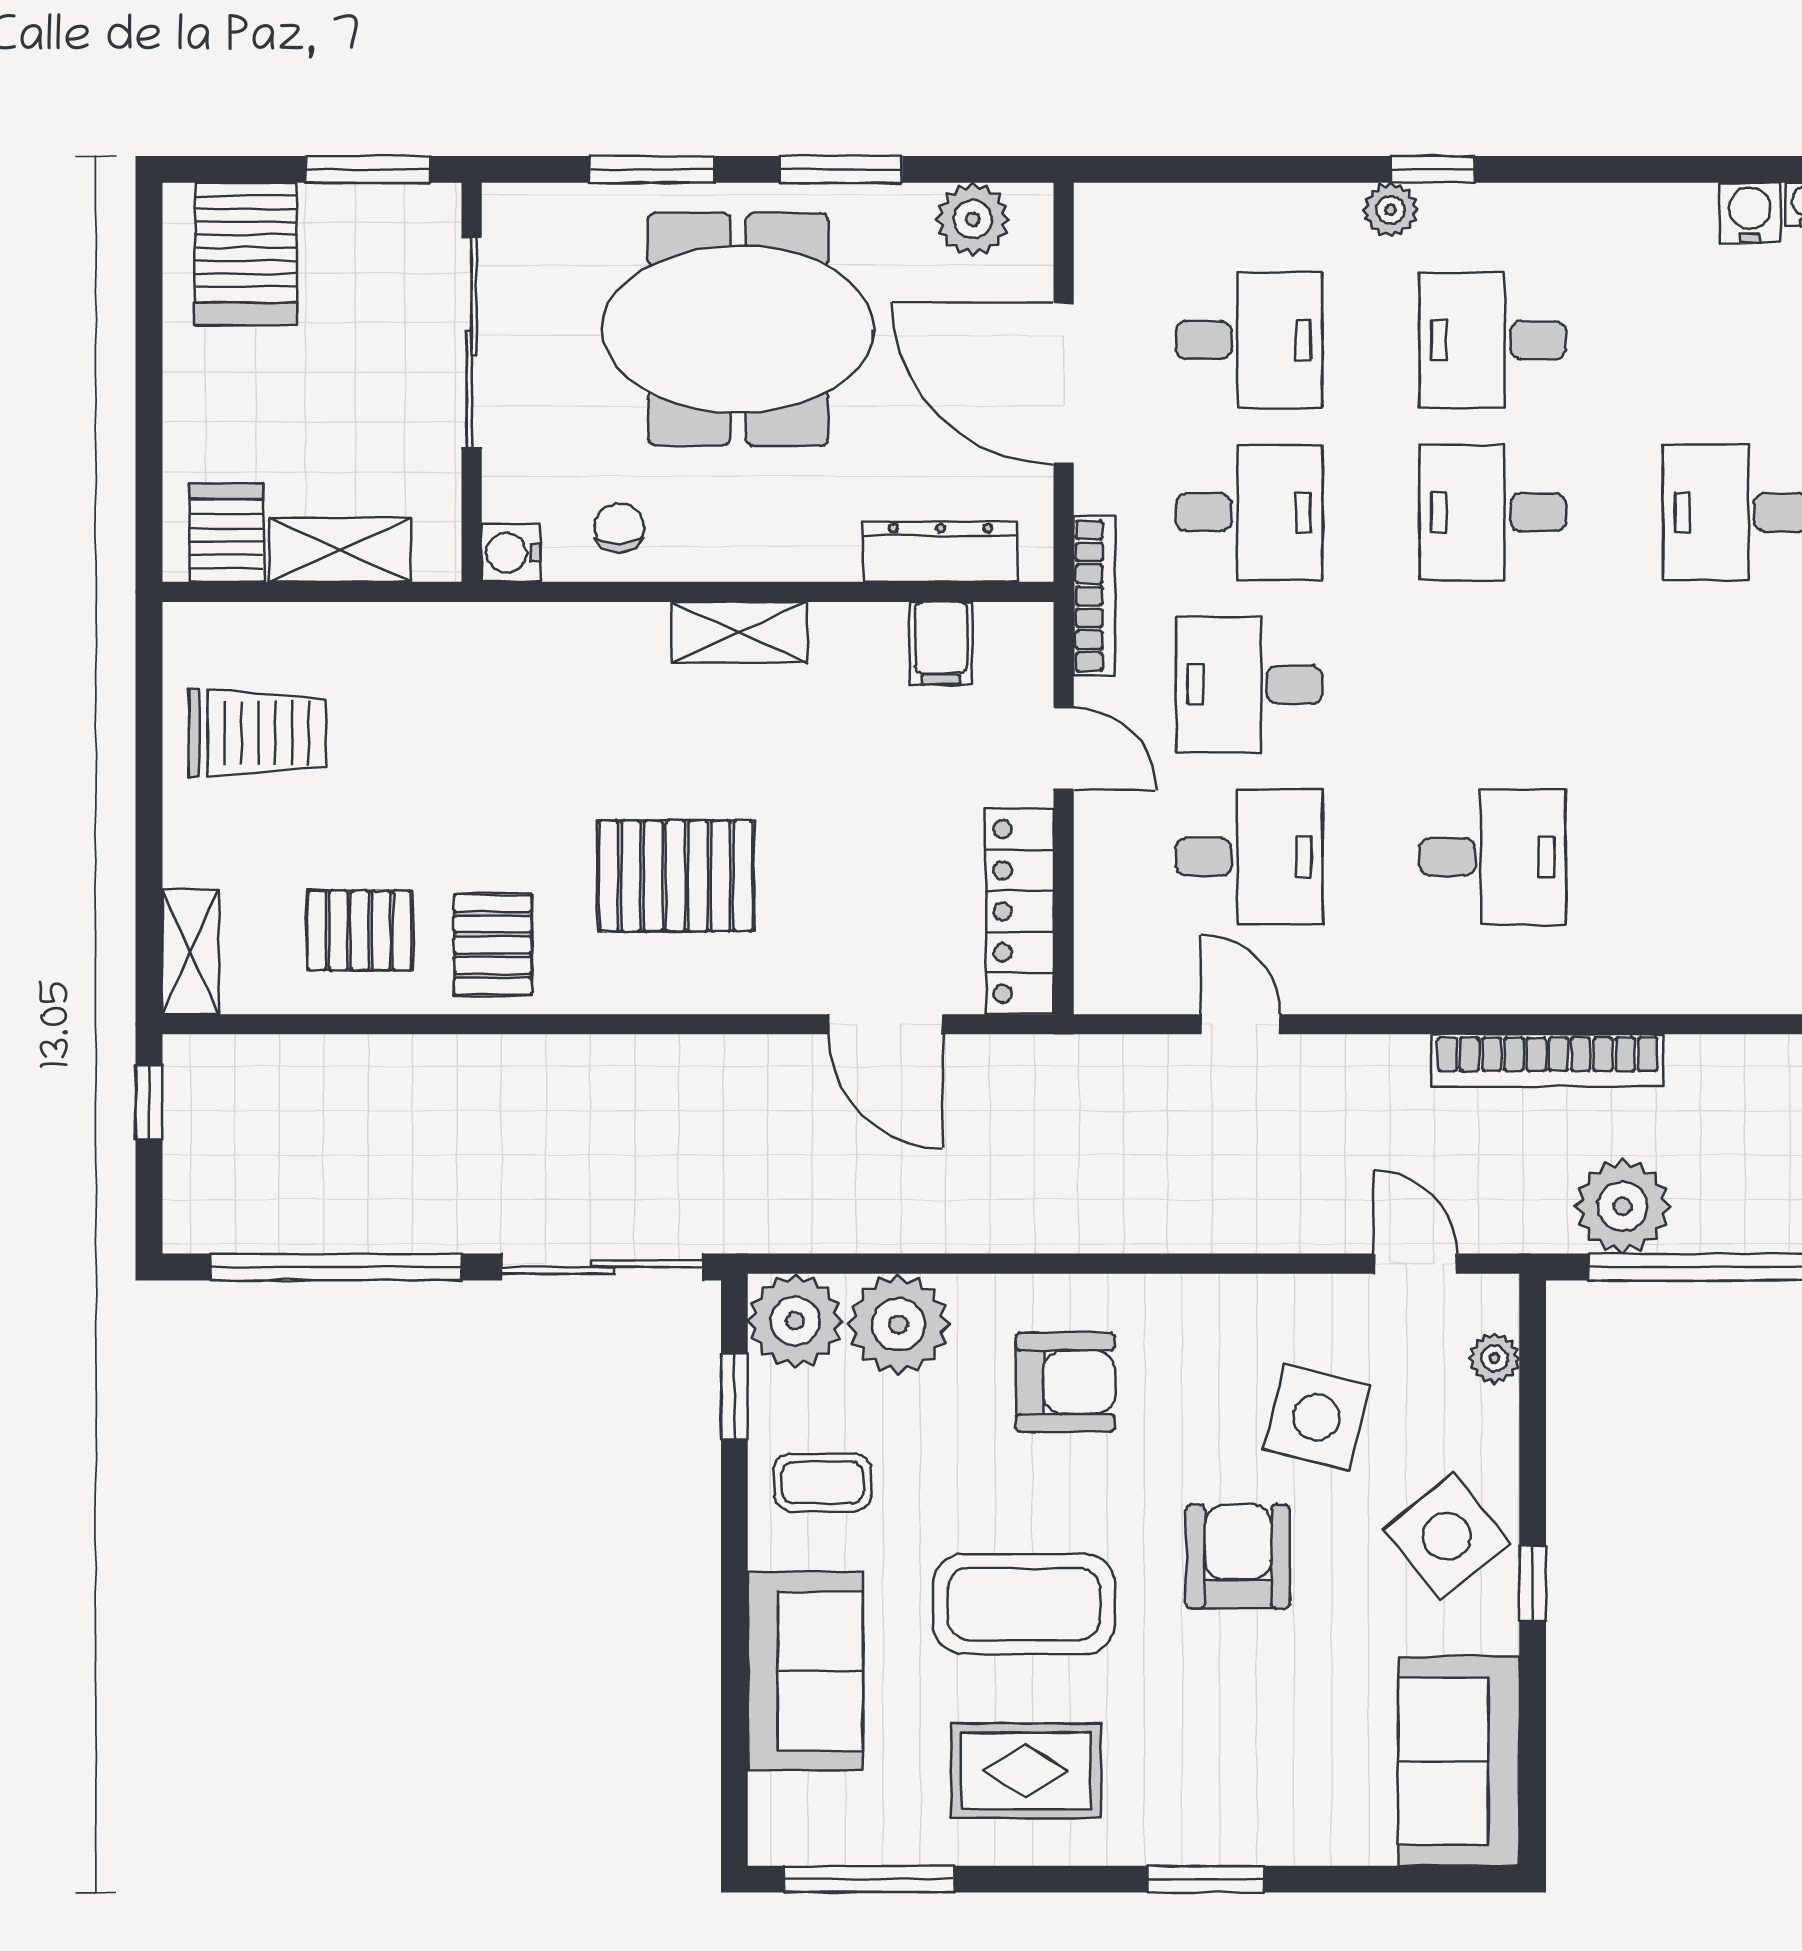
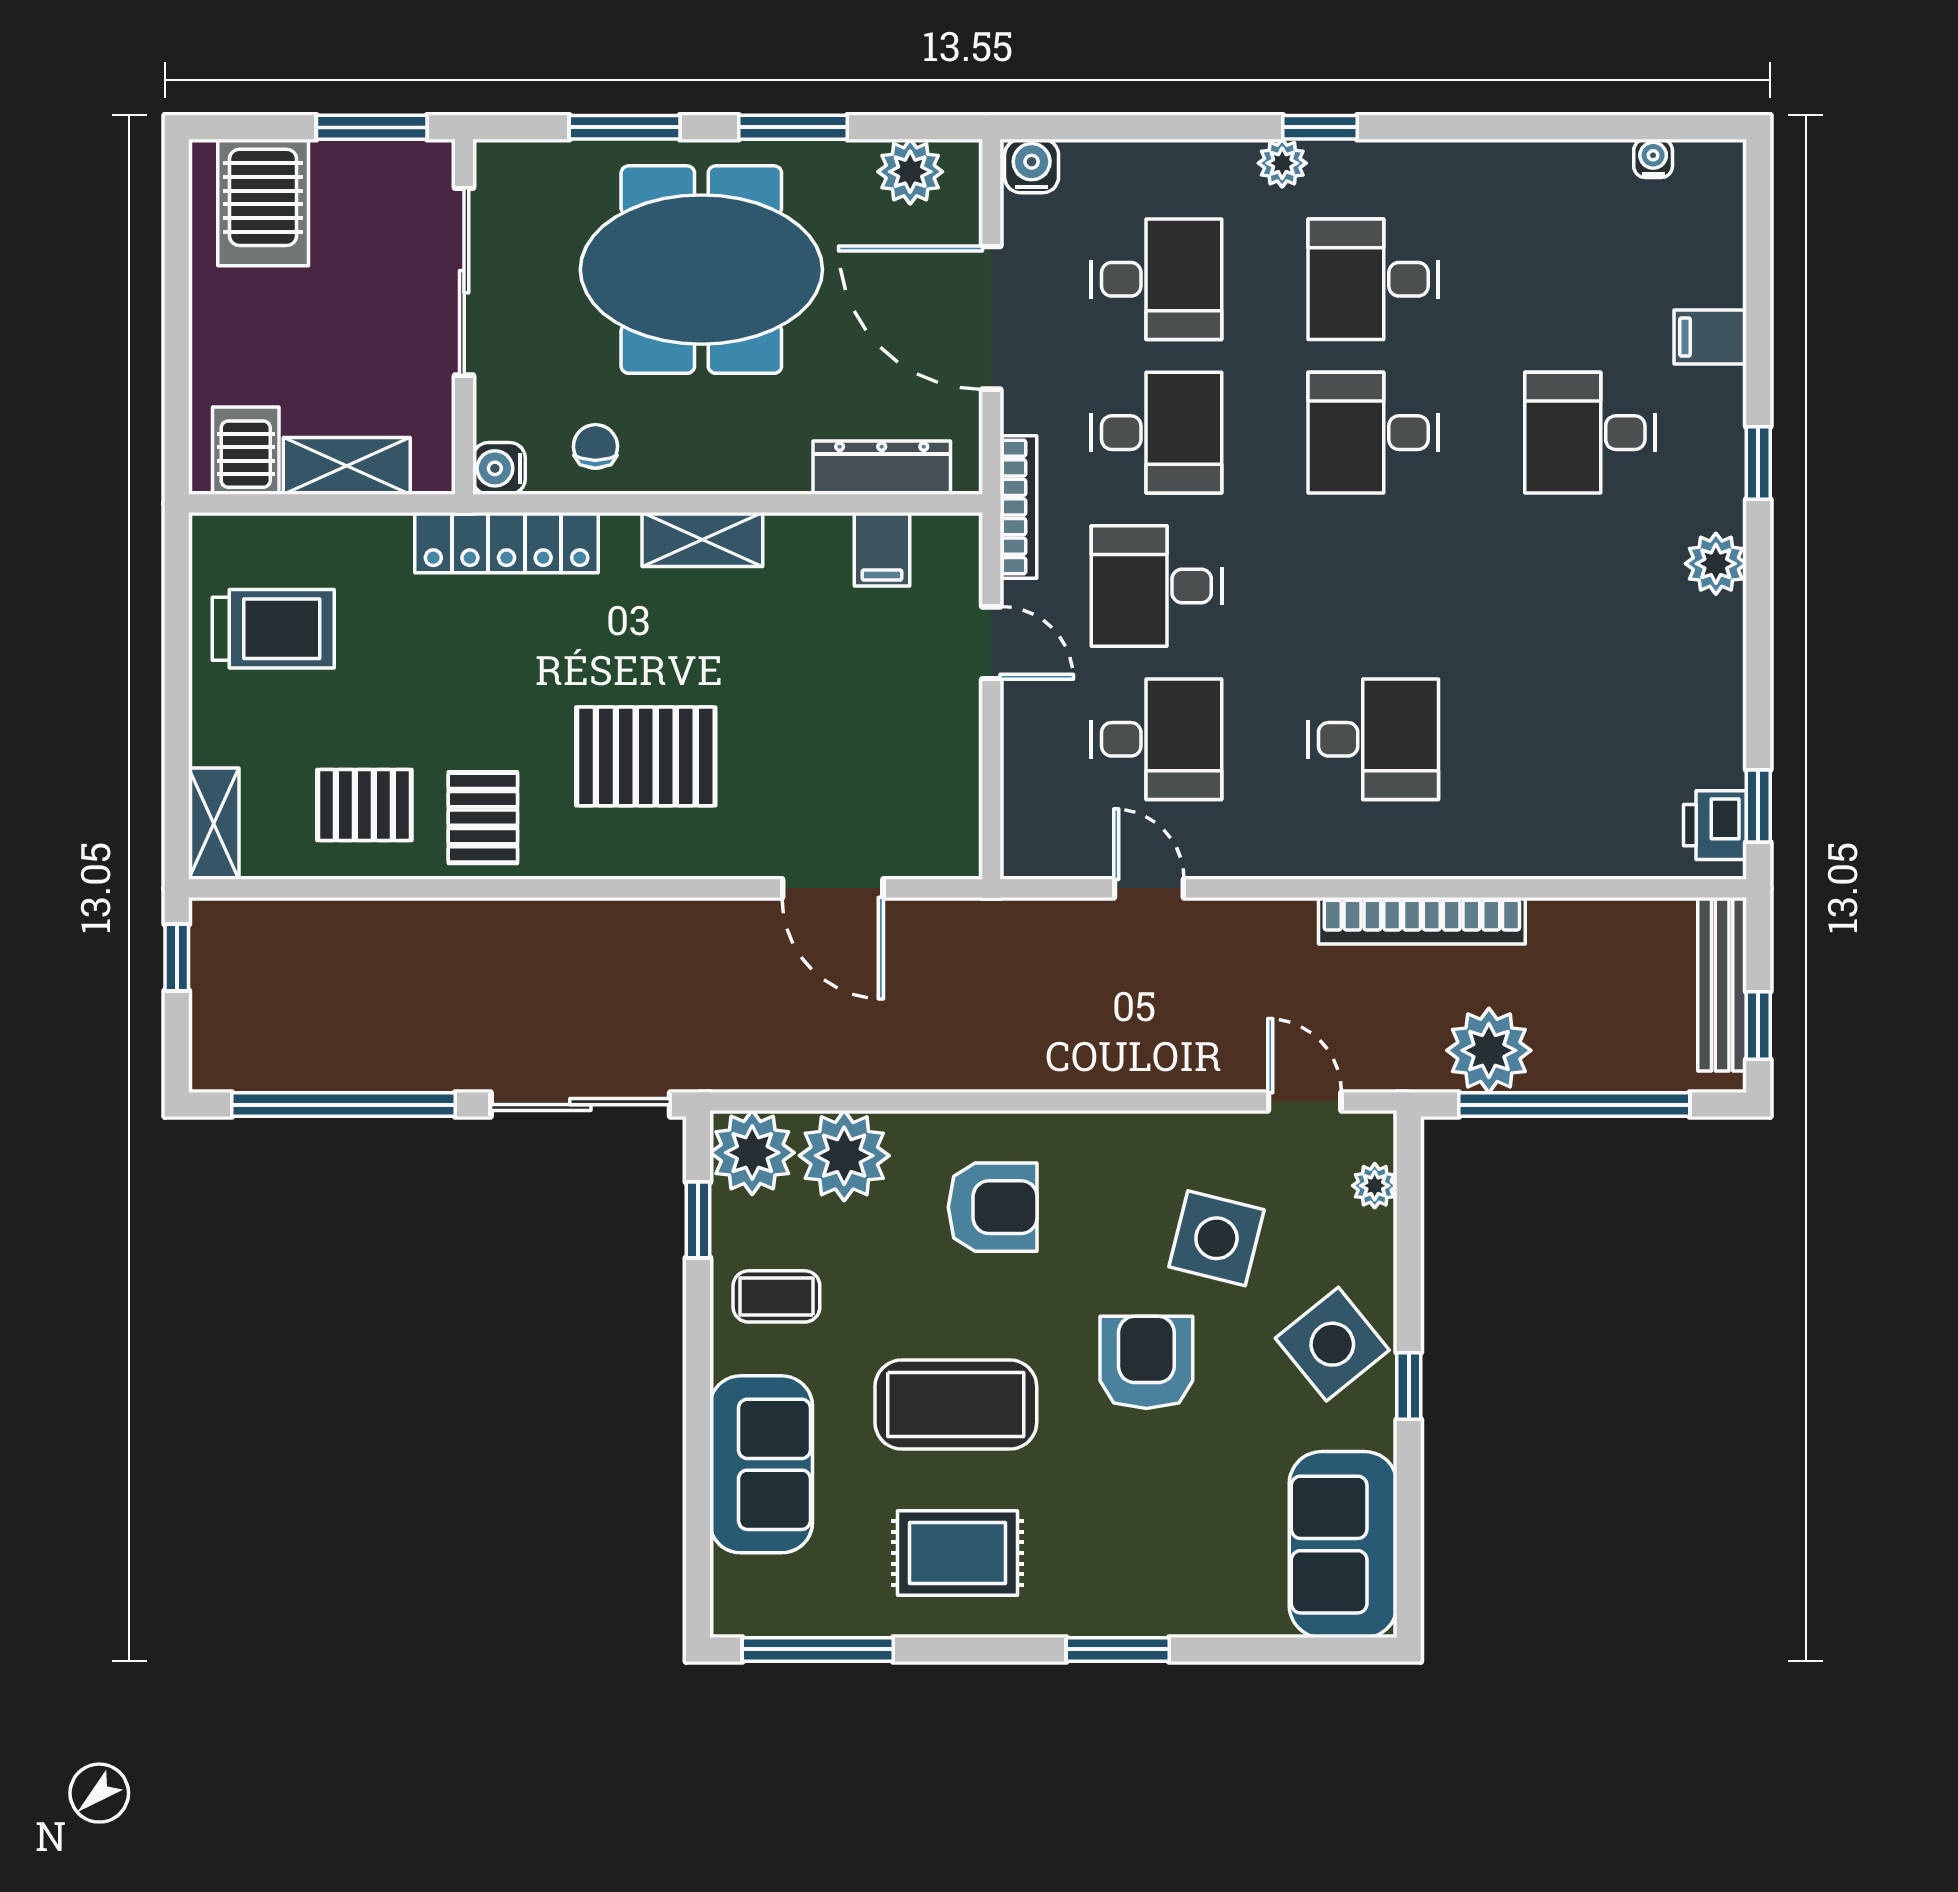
water cooler: (1750, 213) -> (1032, 166), moved
locker: (1020, 911) -> (507, 543), moved, turned -90

